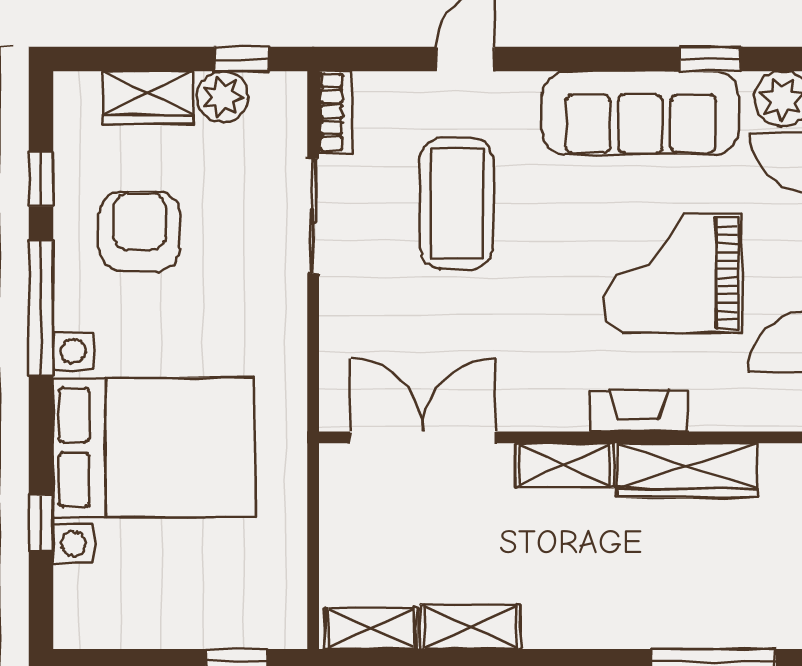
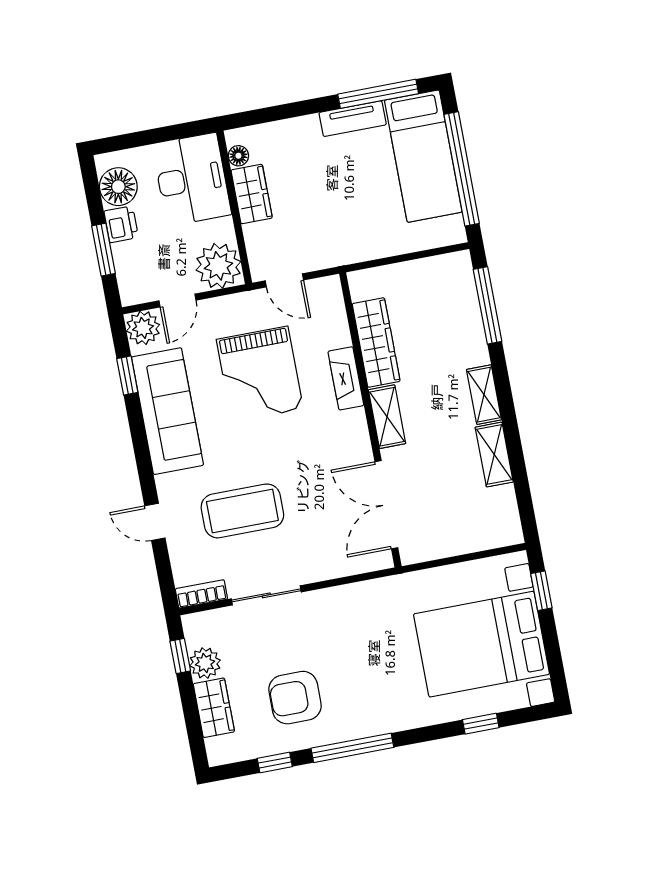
bed with nightstands: (154, 447) -> (481, 644), moved, turned -90
shelving: (371, 628) -> (484, 395), moved

